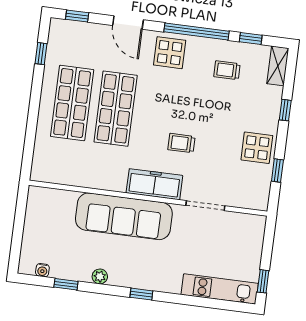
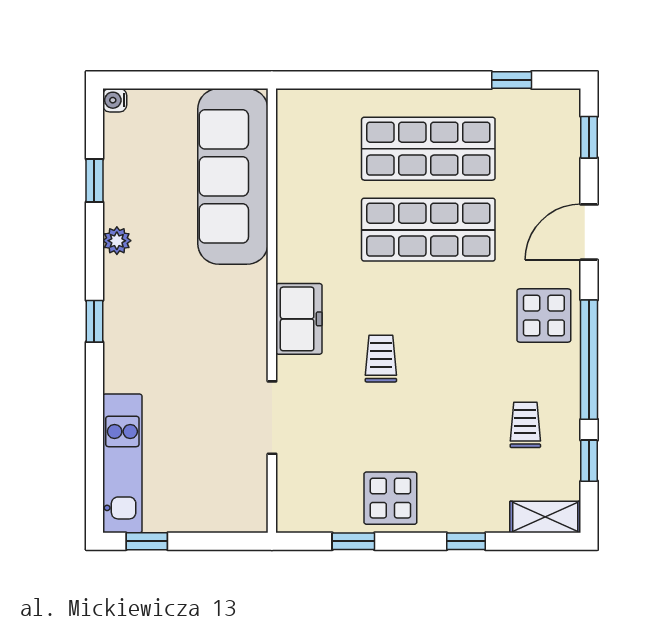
freezer: (154, 184) -> (299, 319), width x0.71
sofa: (124, 216) -> (233, 176), moved
water cooler: (42, 270) -> (115, 100), moved

